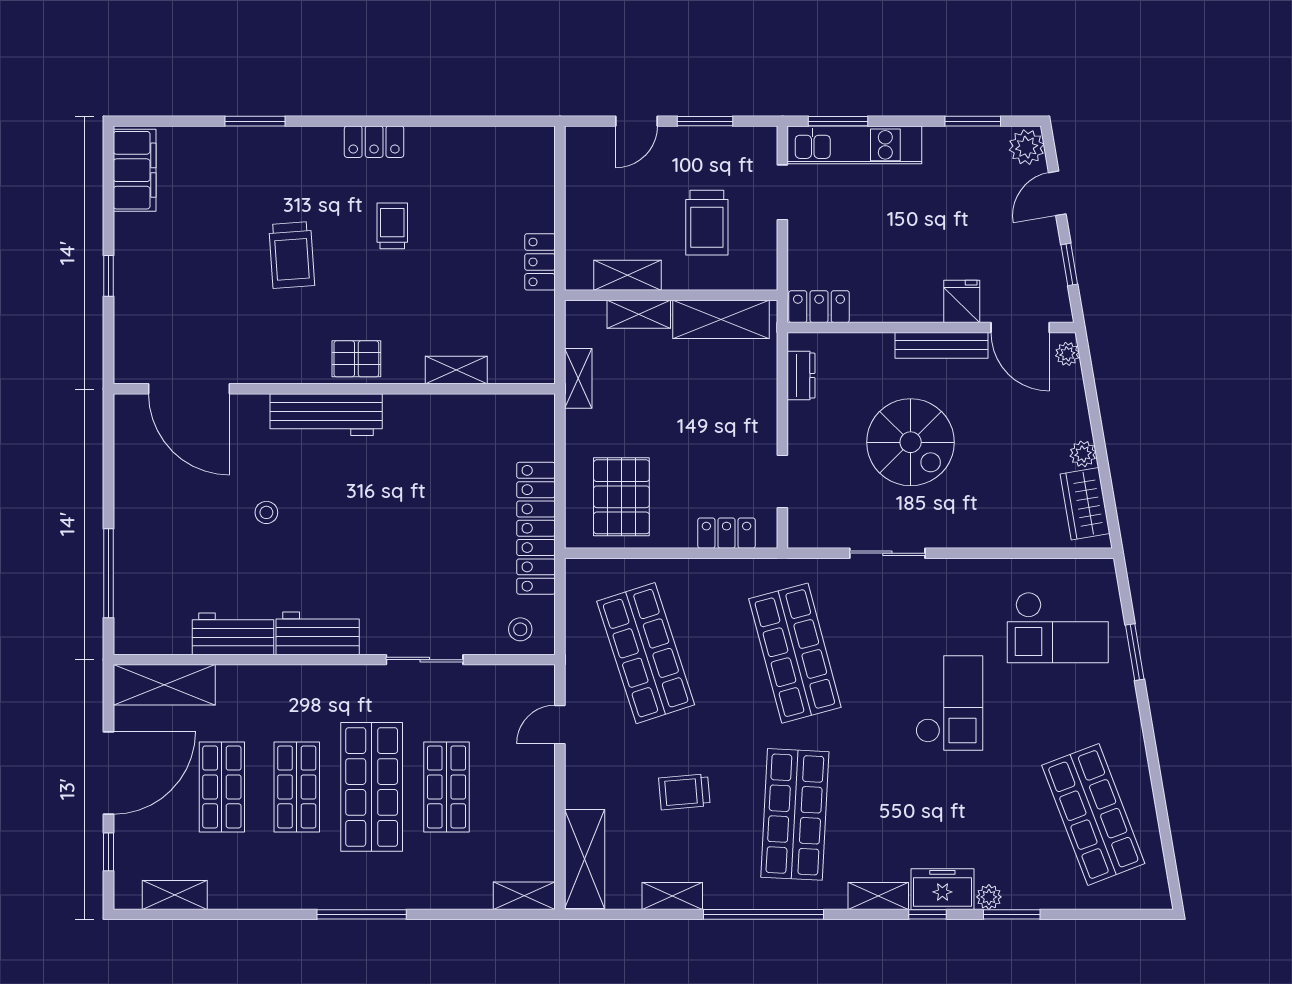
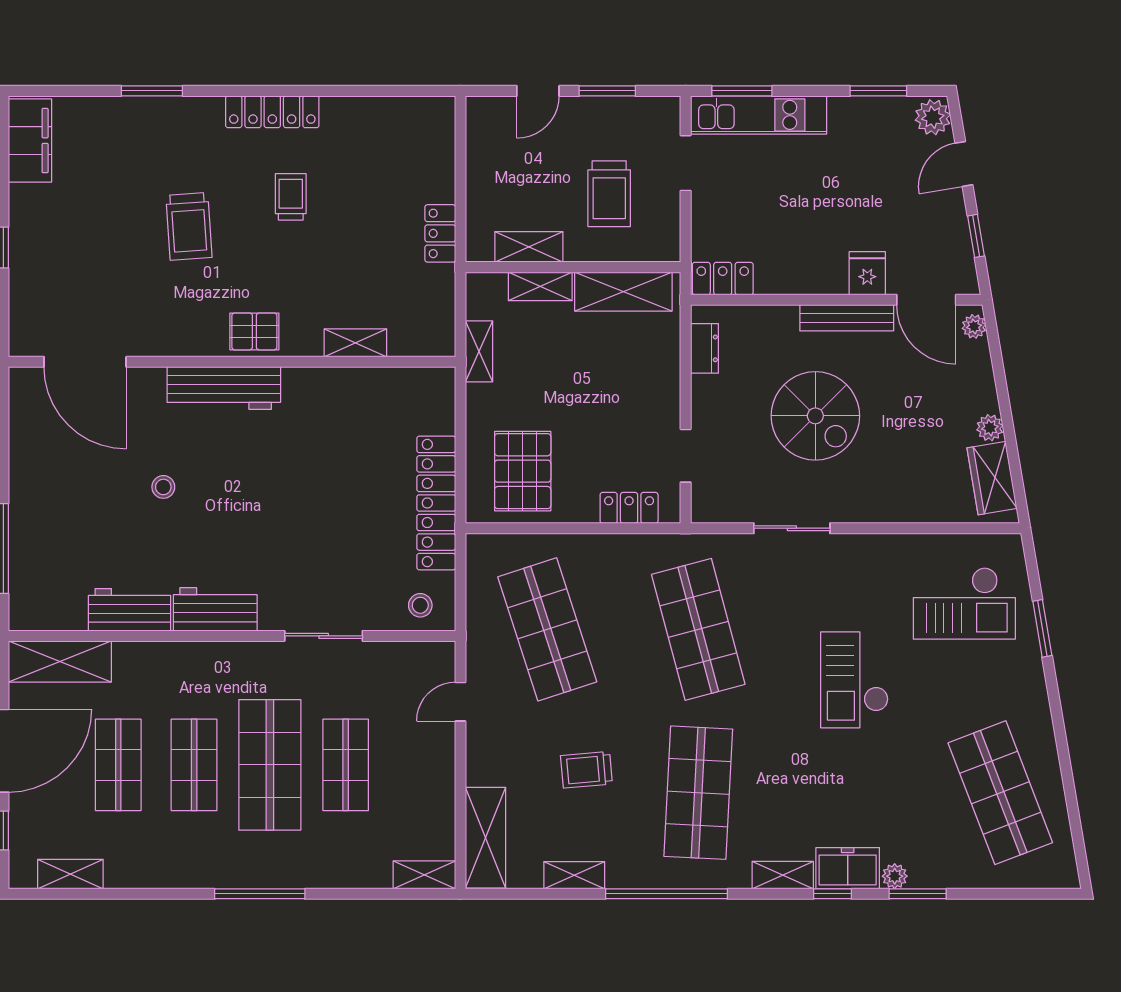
locker: (374, 142) -> (272, 112), width x1.53
checkout: (949, 703) -> (854, 680), turned 180

